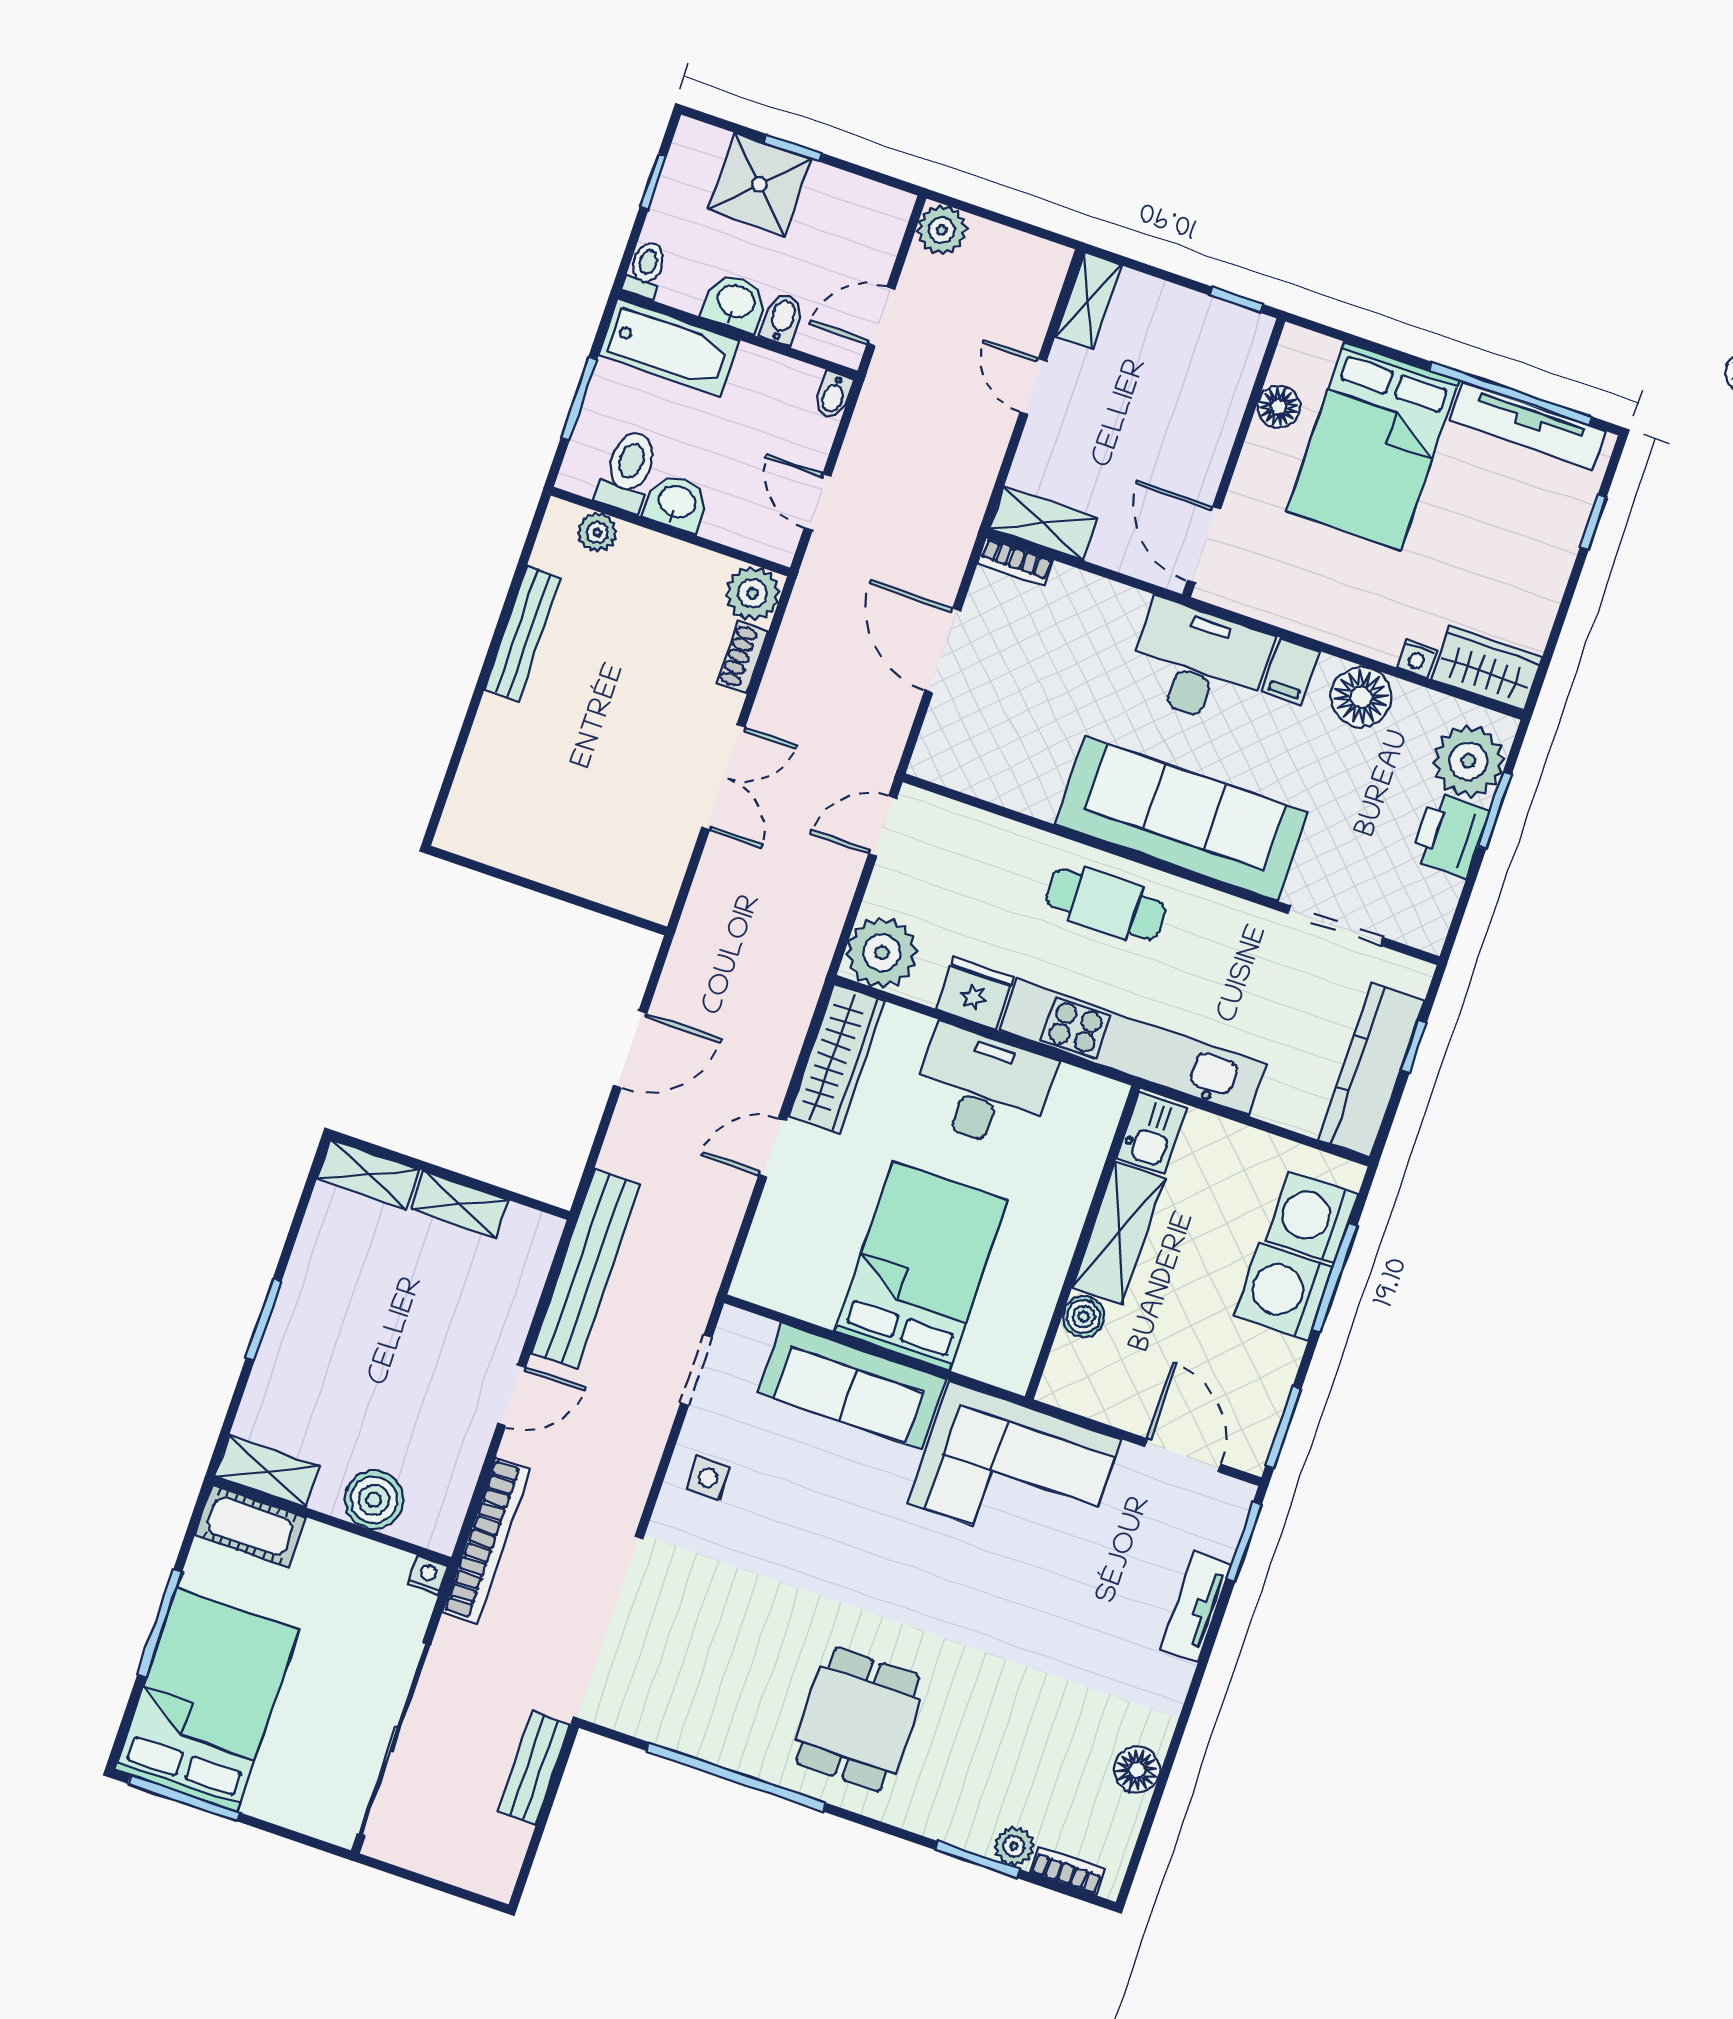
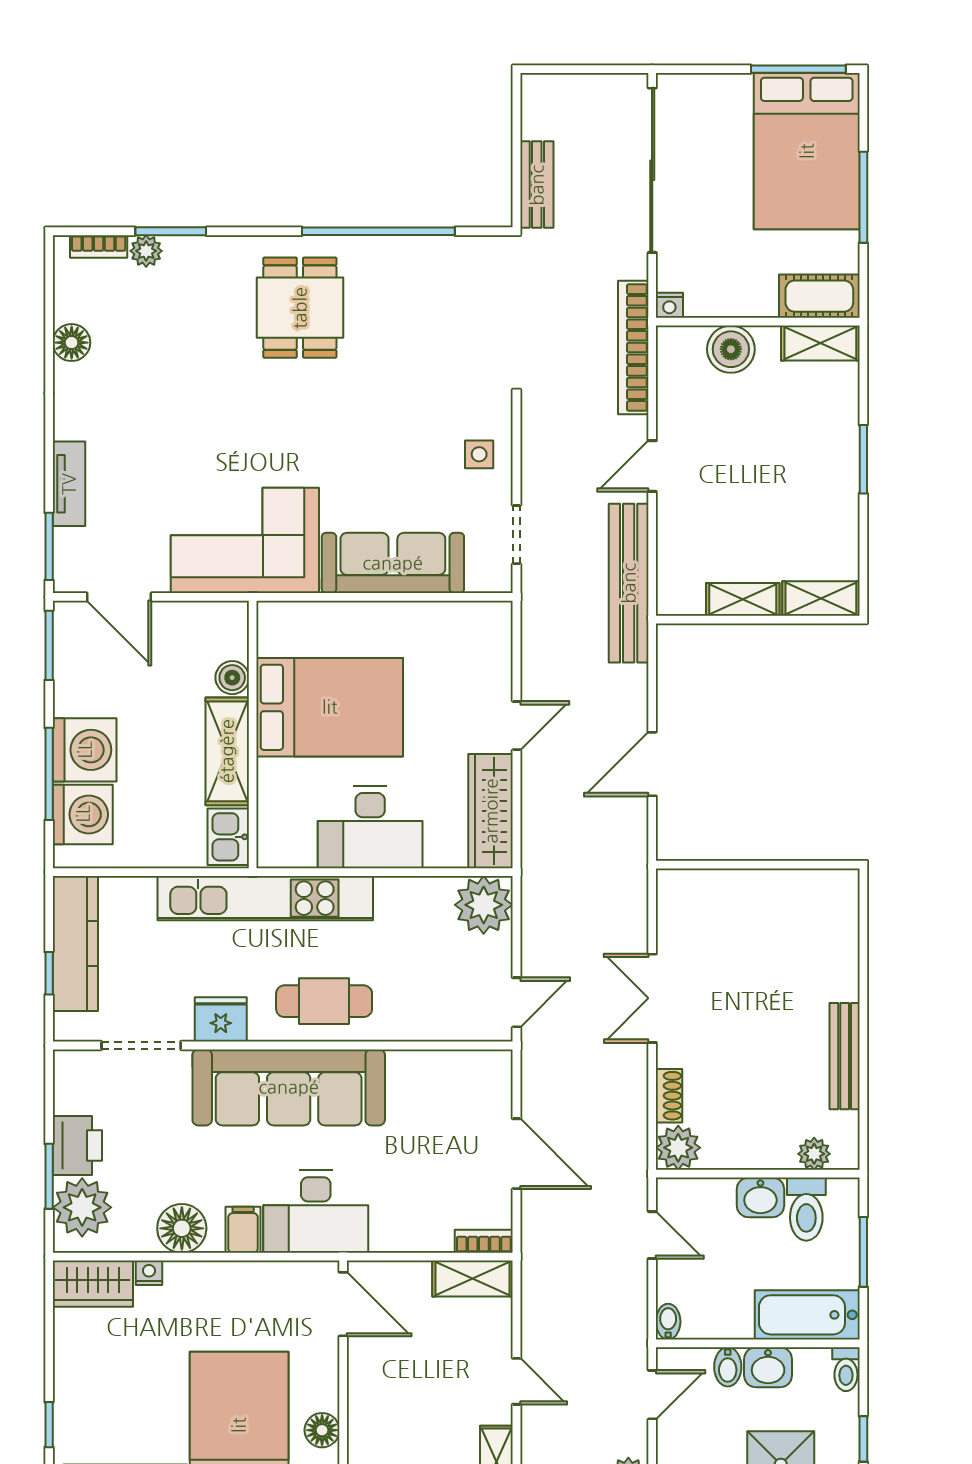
fridge: (975, 993) -> (221, 1019), moved, turned 180
bed: (921, 1266) -> (330, 707), moved, turned -90

